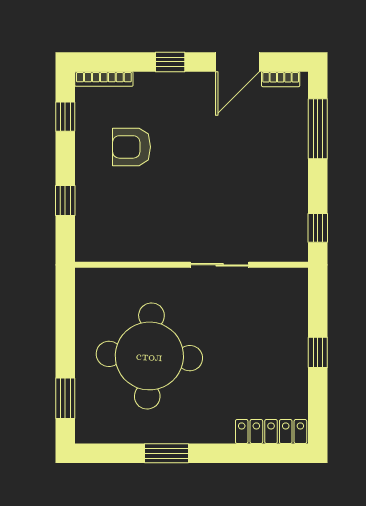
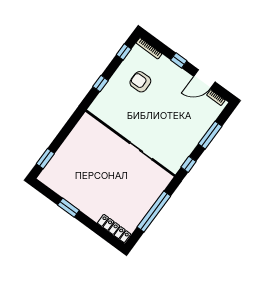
window: (318, 129) -> (210, 135), moved
window: (318, 352) -> (154, 212), width x3.17
round table: (149, 356) -> (89, 166), removed

